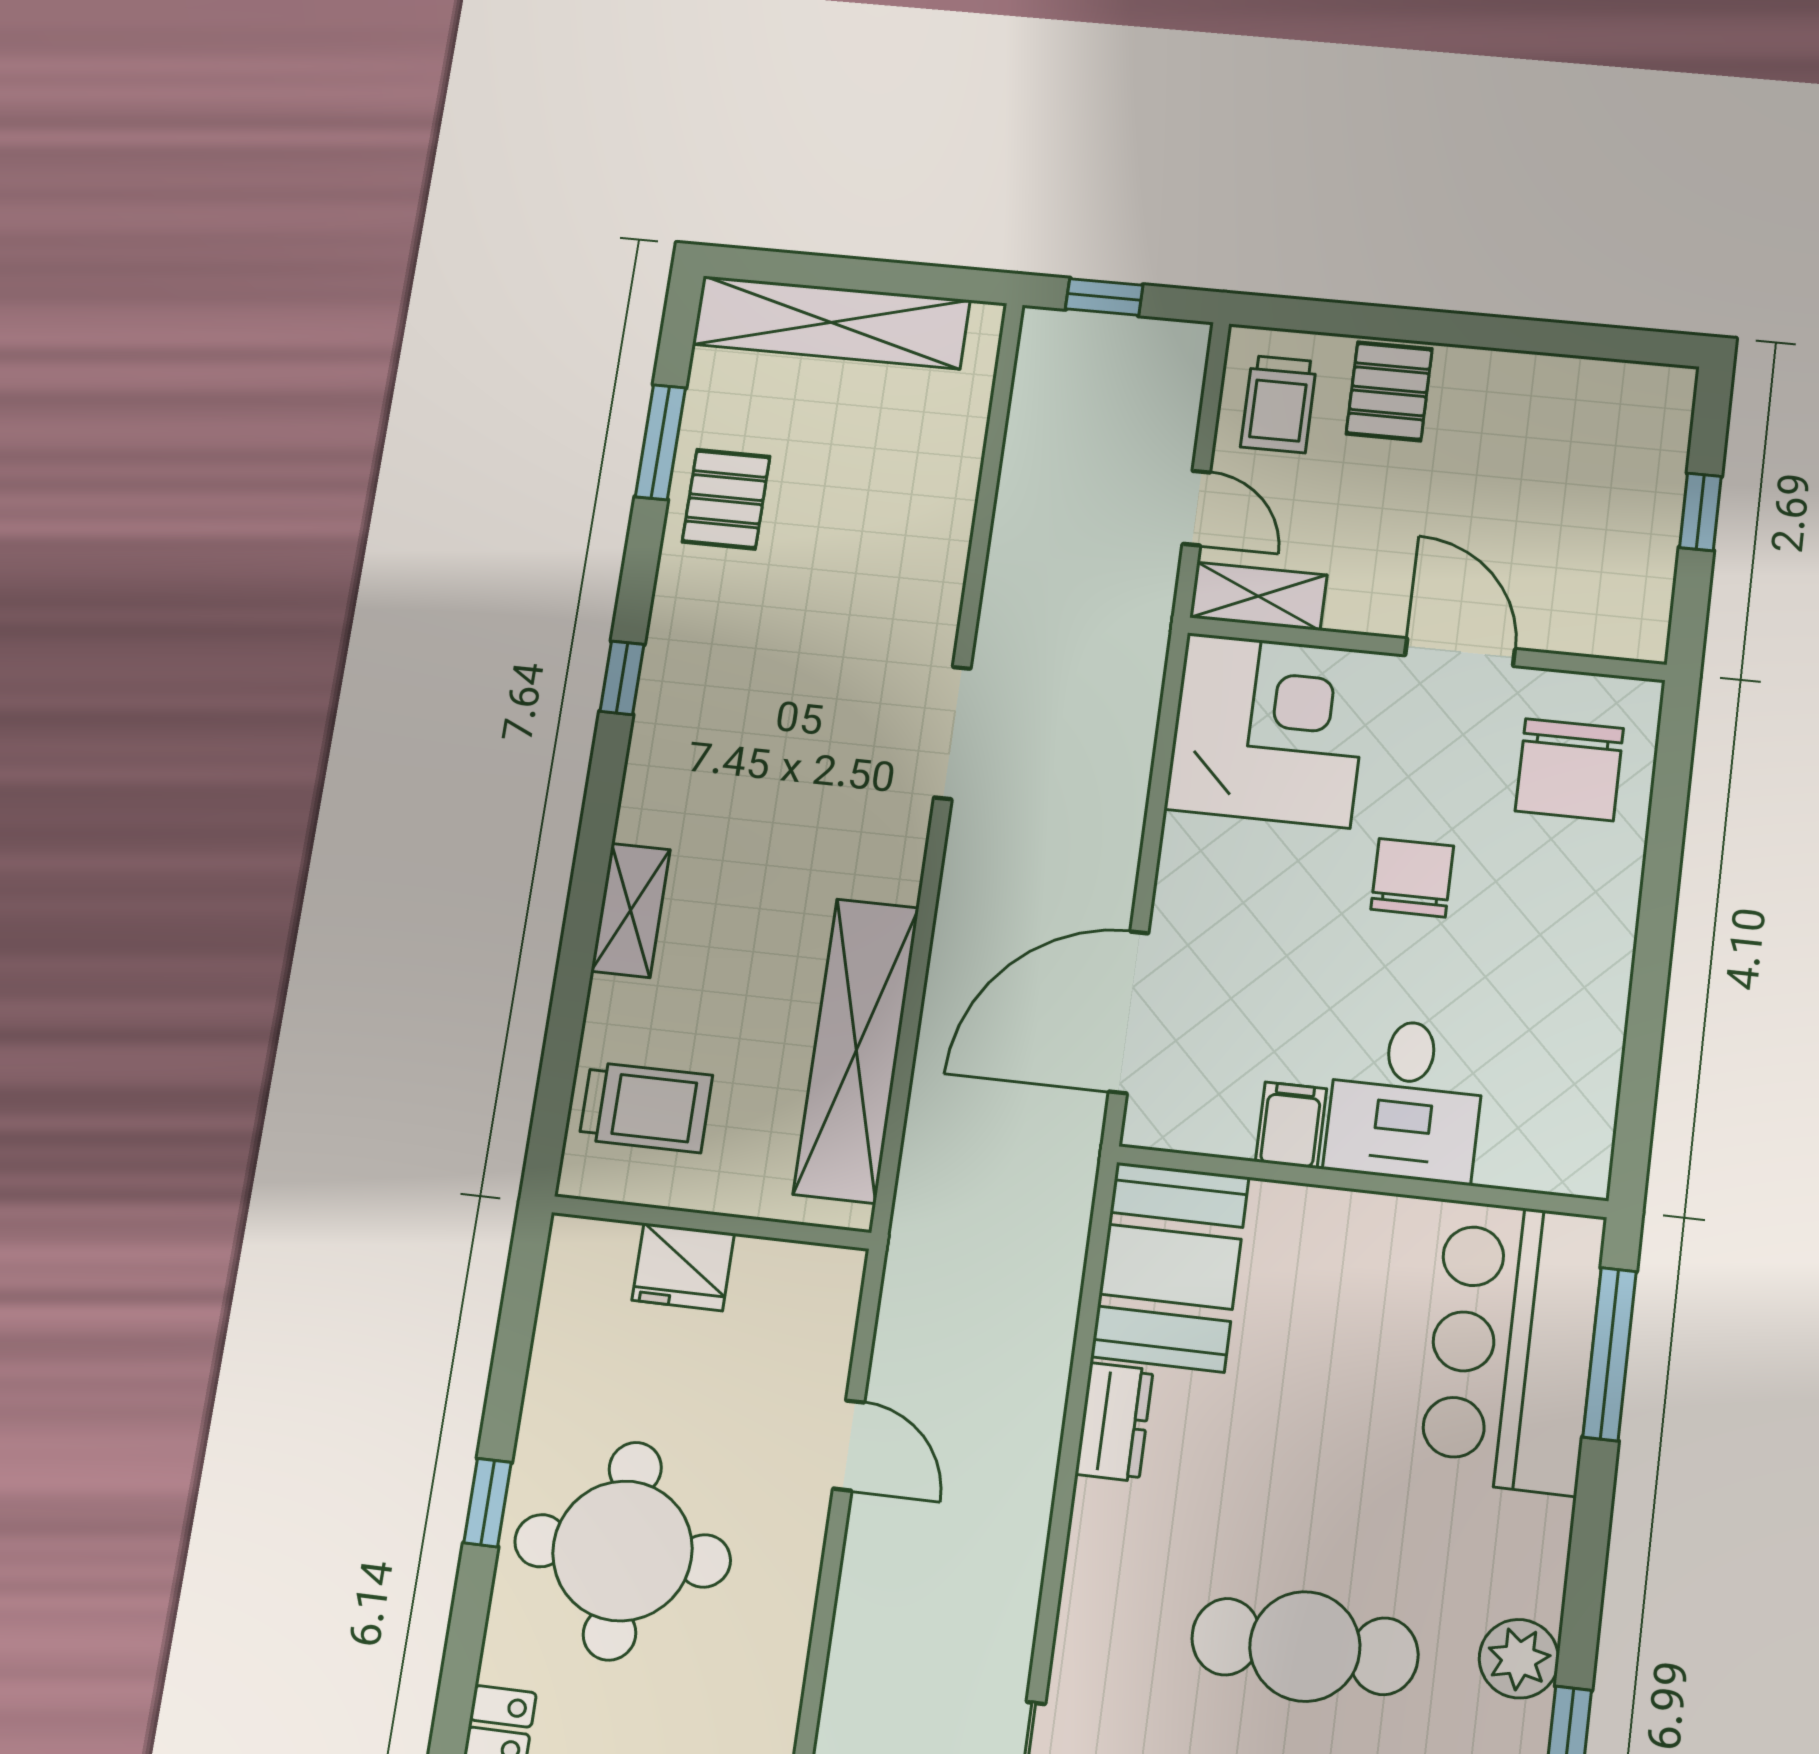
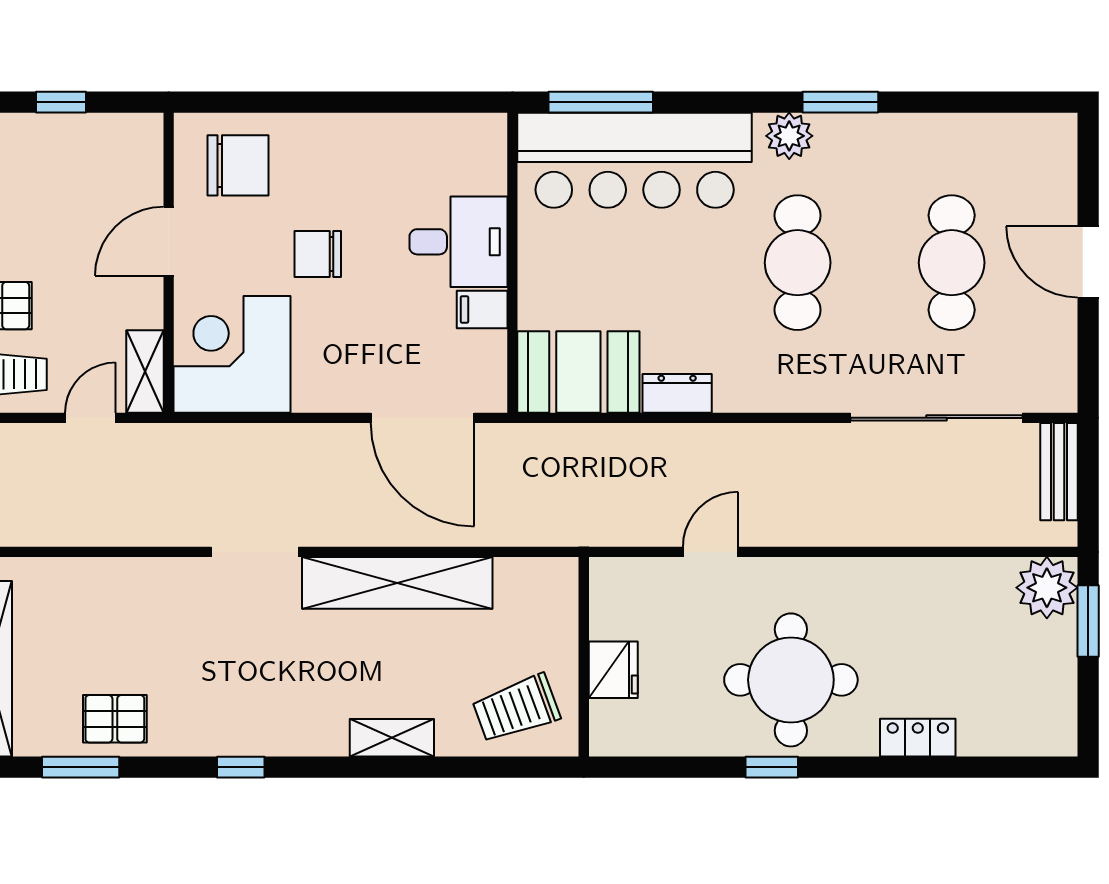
shelving: (856, 1050) -> (397, 583), moved
trolley: (646, 1107) -> (516, 708), turned -110
bar counter: (1512, 1347) -> (635, 160), width x1.36

